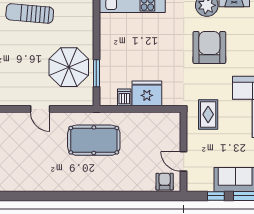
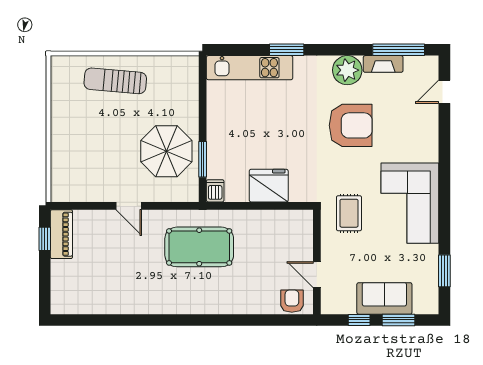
armchair: (209, 47) -> (351, 125), turned 90
dishwasher: (124, 97) -> (215, 191), moved

